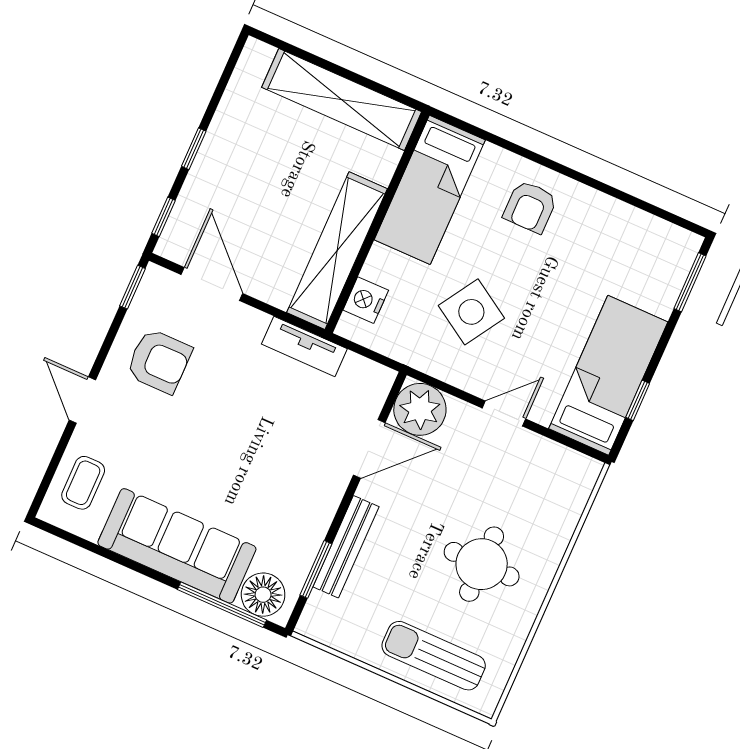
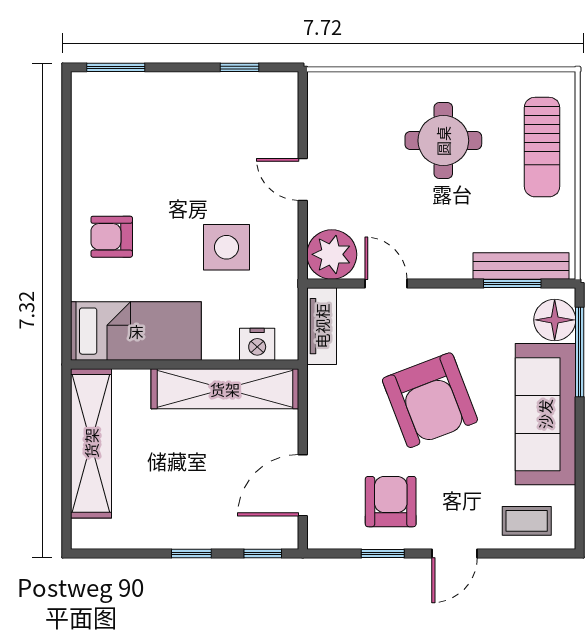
armchair: (530, 207) -> (112, 237), turned 180
window: (132, 287) -> (383, 554), moved
side table: (471, 312) -> (226, 247), turned -32
tv unit: (304, 346) -> (322, 326), moved
bed: (608, 375) -> (229, 103), removed
armchair: (239, 441) -> (430, 400), added
door: (369, 449) -> (386, 283), width x0.73
bench: (346, 547) -> (521, 266), moved

